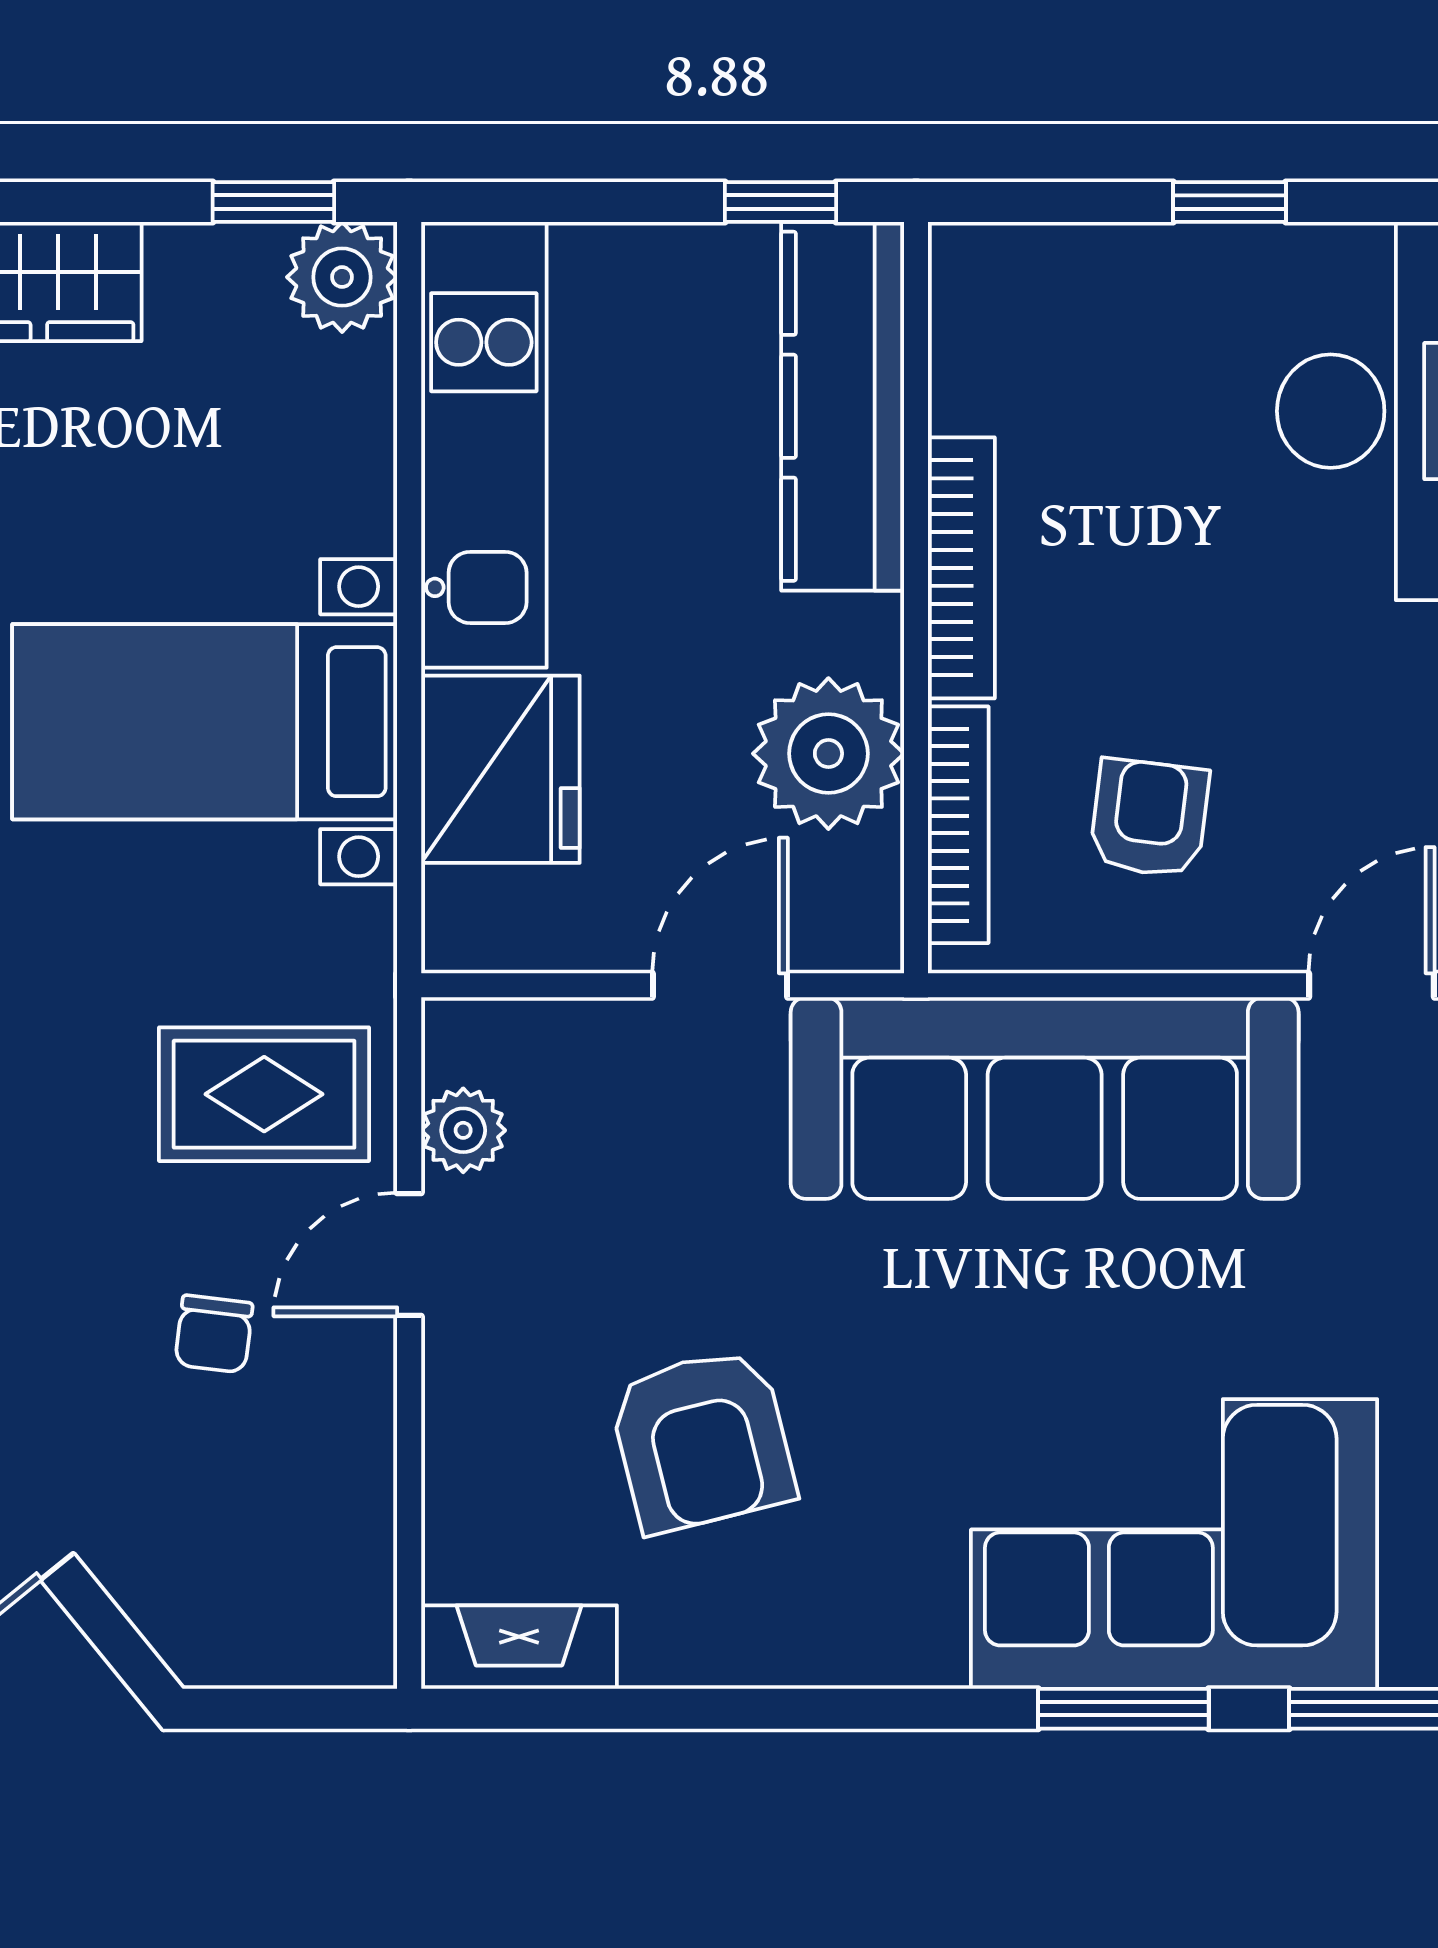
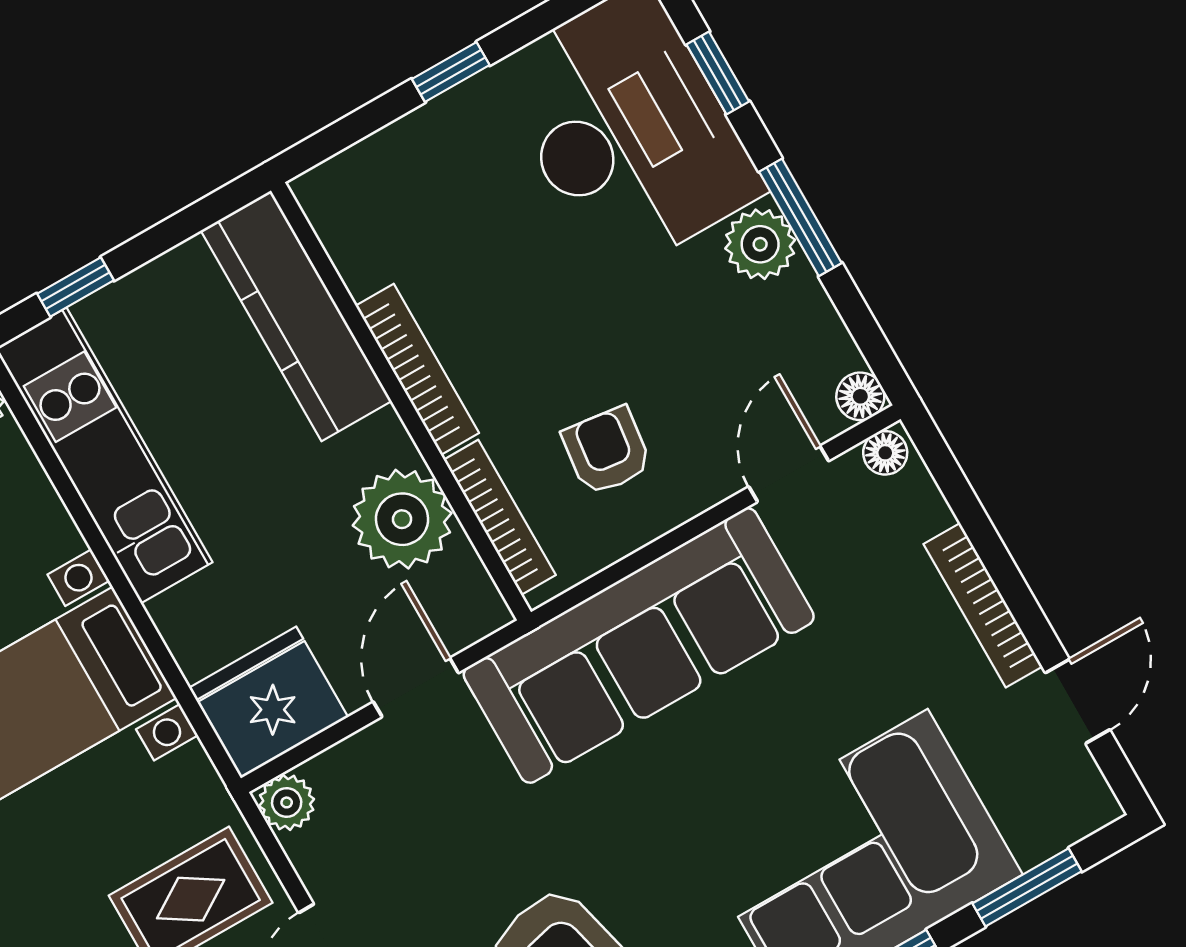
window: (781, 202) -> (75, 287), moved
fridge: (500, 769) -> (269, 702), moved, turned -90
plant: (463, 1130) -> (287, 802), moved

